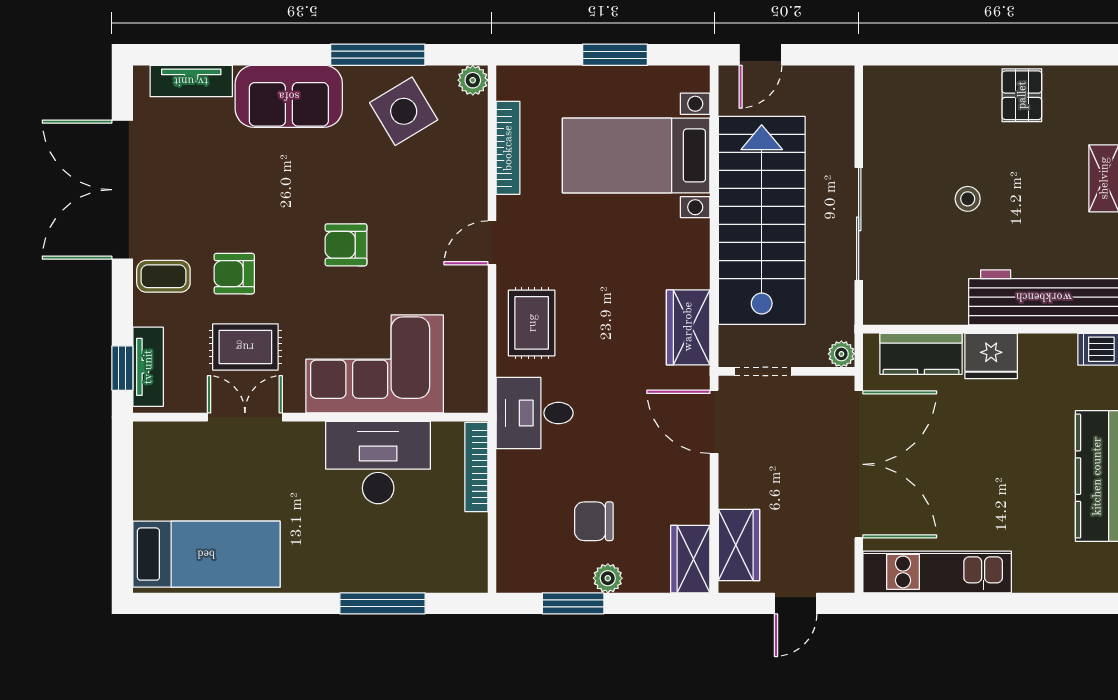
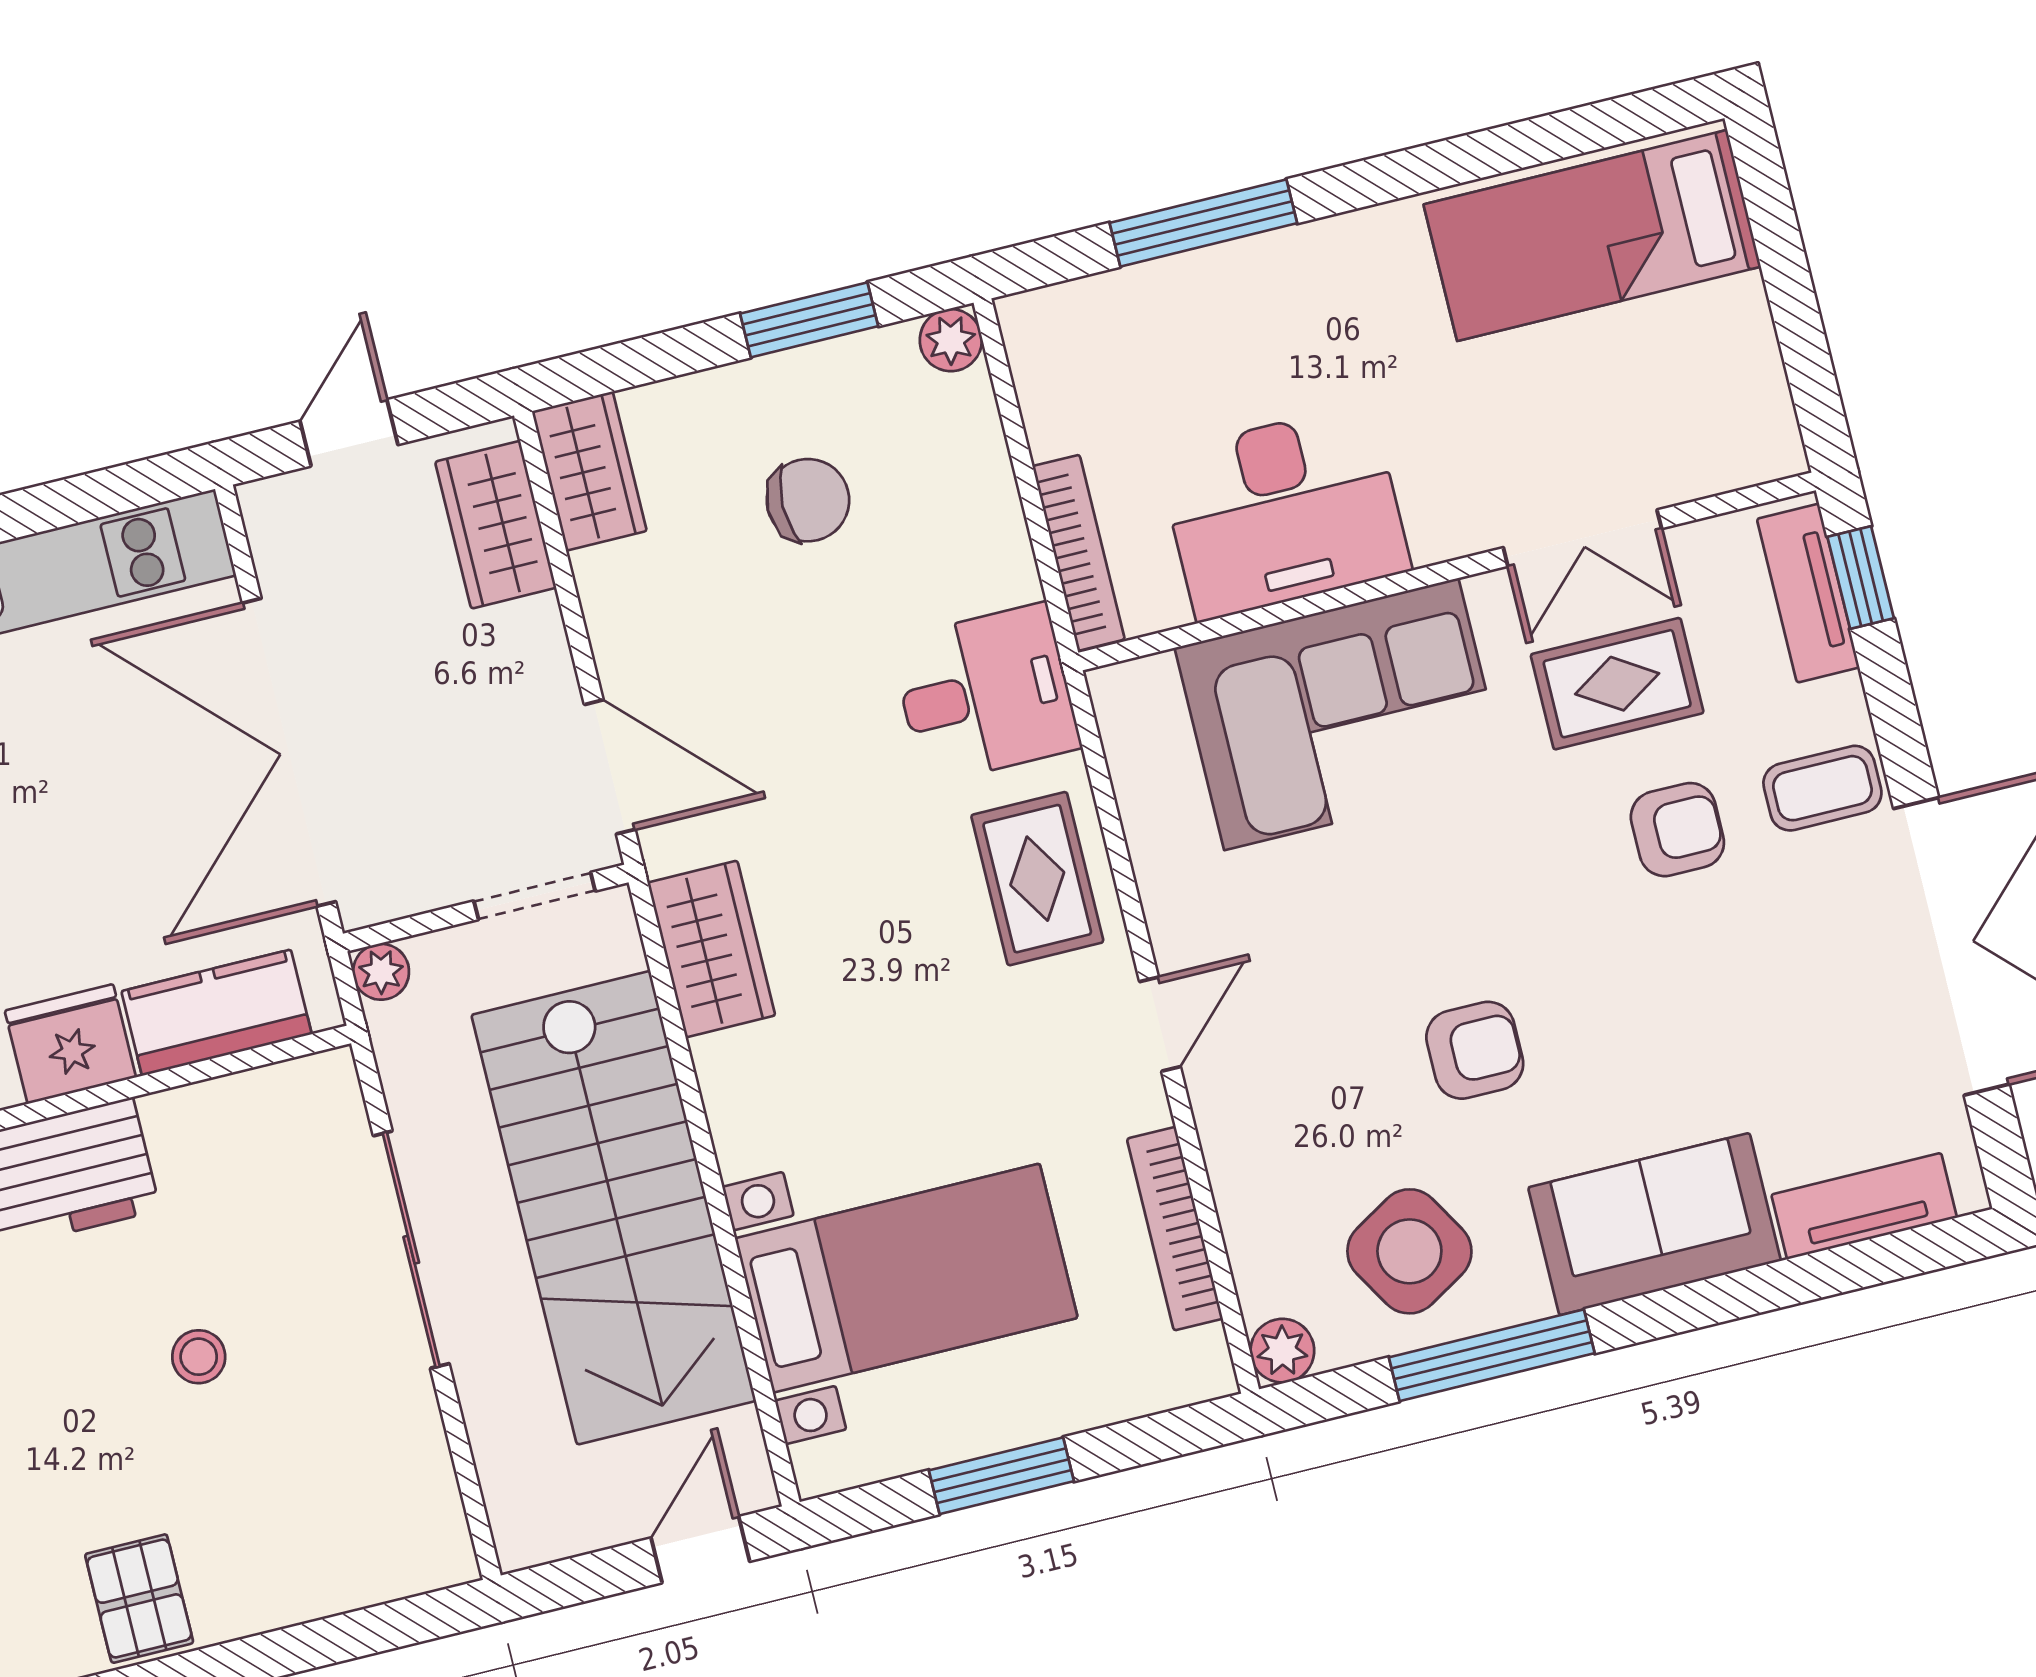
armchair: (346, 245) -> (1475, 1050), moved
plant: (608, 578) -> (951, 340), moved

